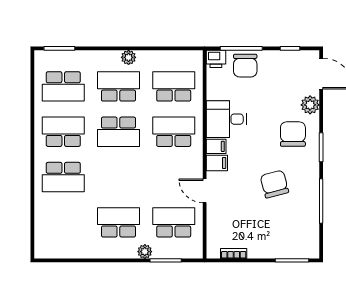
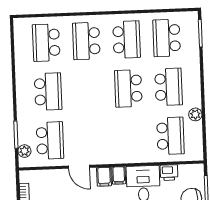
plant: (129, 57) -> (195, 114), moved
printer: (216, 59) -> (169, 173), moved, turned -90
school desk: (174, 132) -> (46, 43), moved, turned 180
door: (205, 191) -> (79, 167), swing flipped
plant: (145, 252) -> (24, 151), moved

